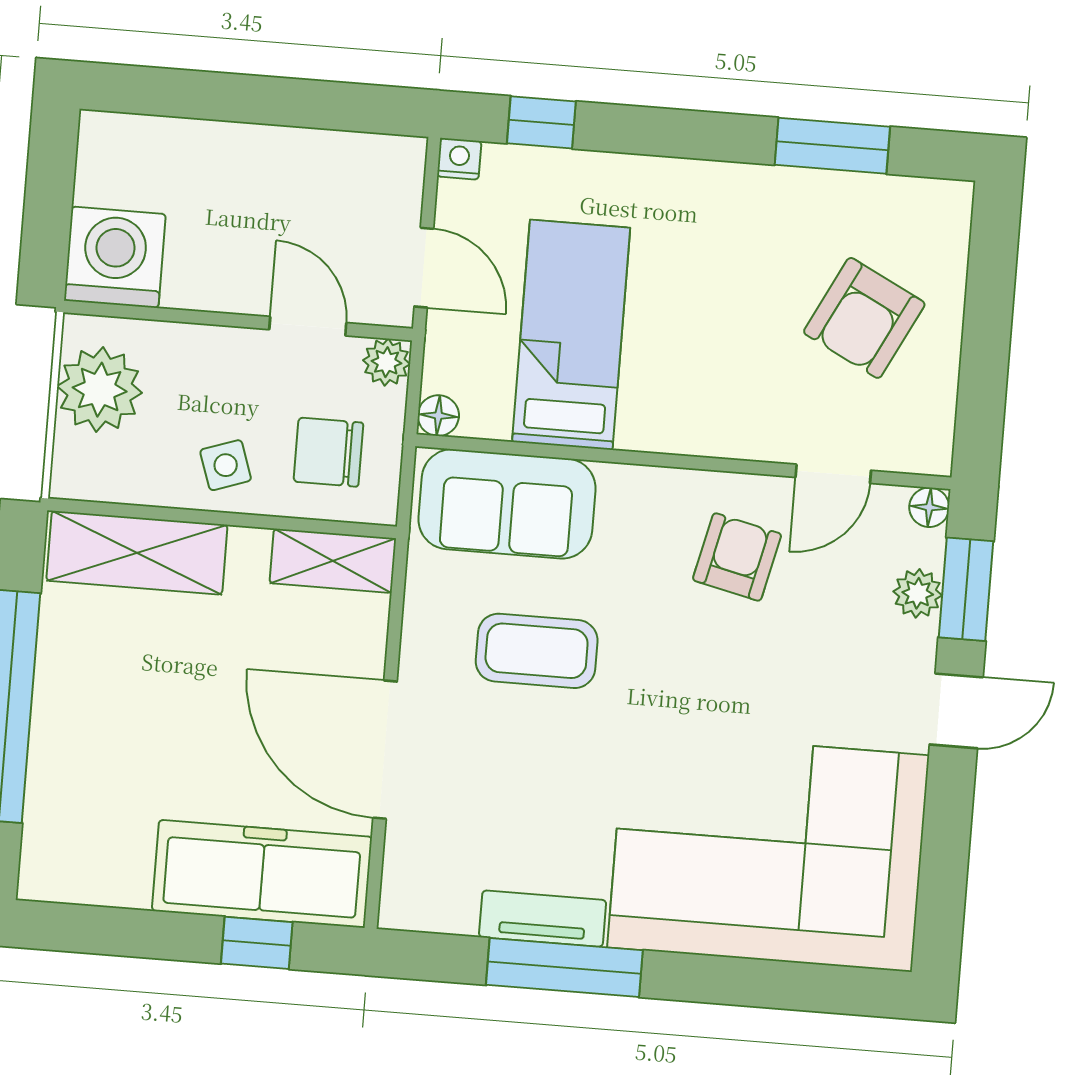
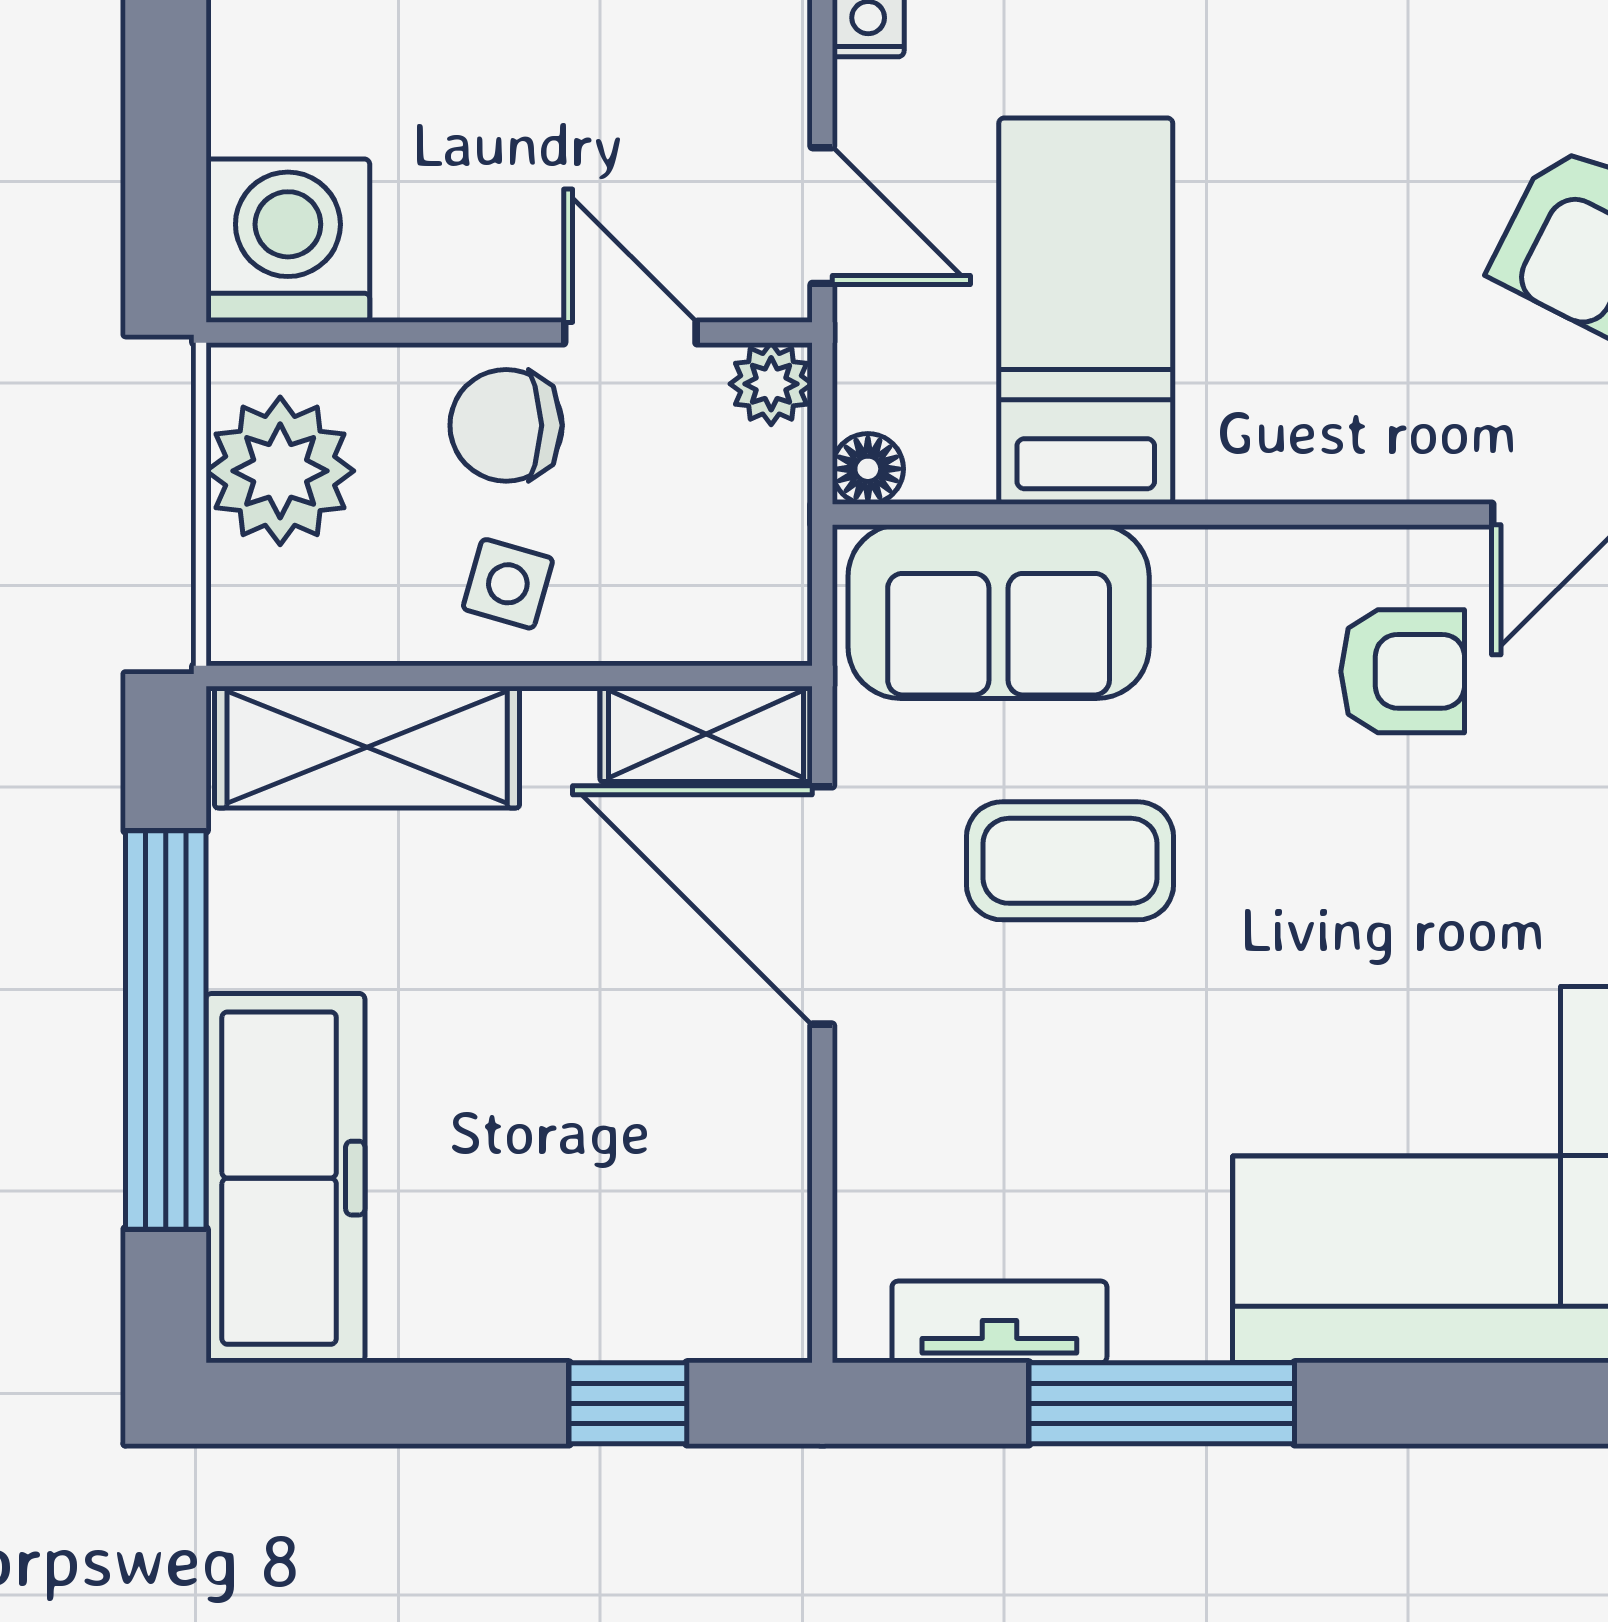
chair: (328, 452) -> (506, 425), moved
side table: (226, 465) -> (508, 584), turned 35
armchair: (737, 557) -> (1403, 671), turned 77
door: (385, 750) -> (822, 905), moved
freezer: (262, 874) -> (285, 1178), moved, turned 90
tv unit: (543, 919) -> (999, 1322), moved

